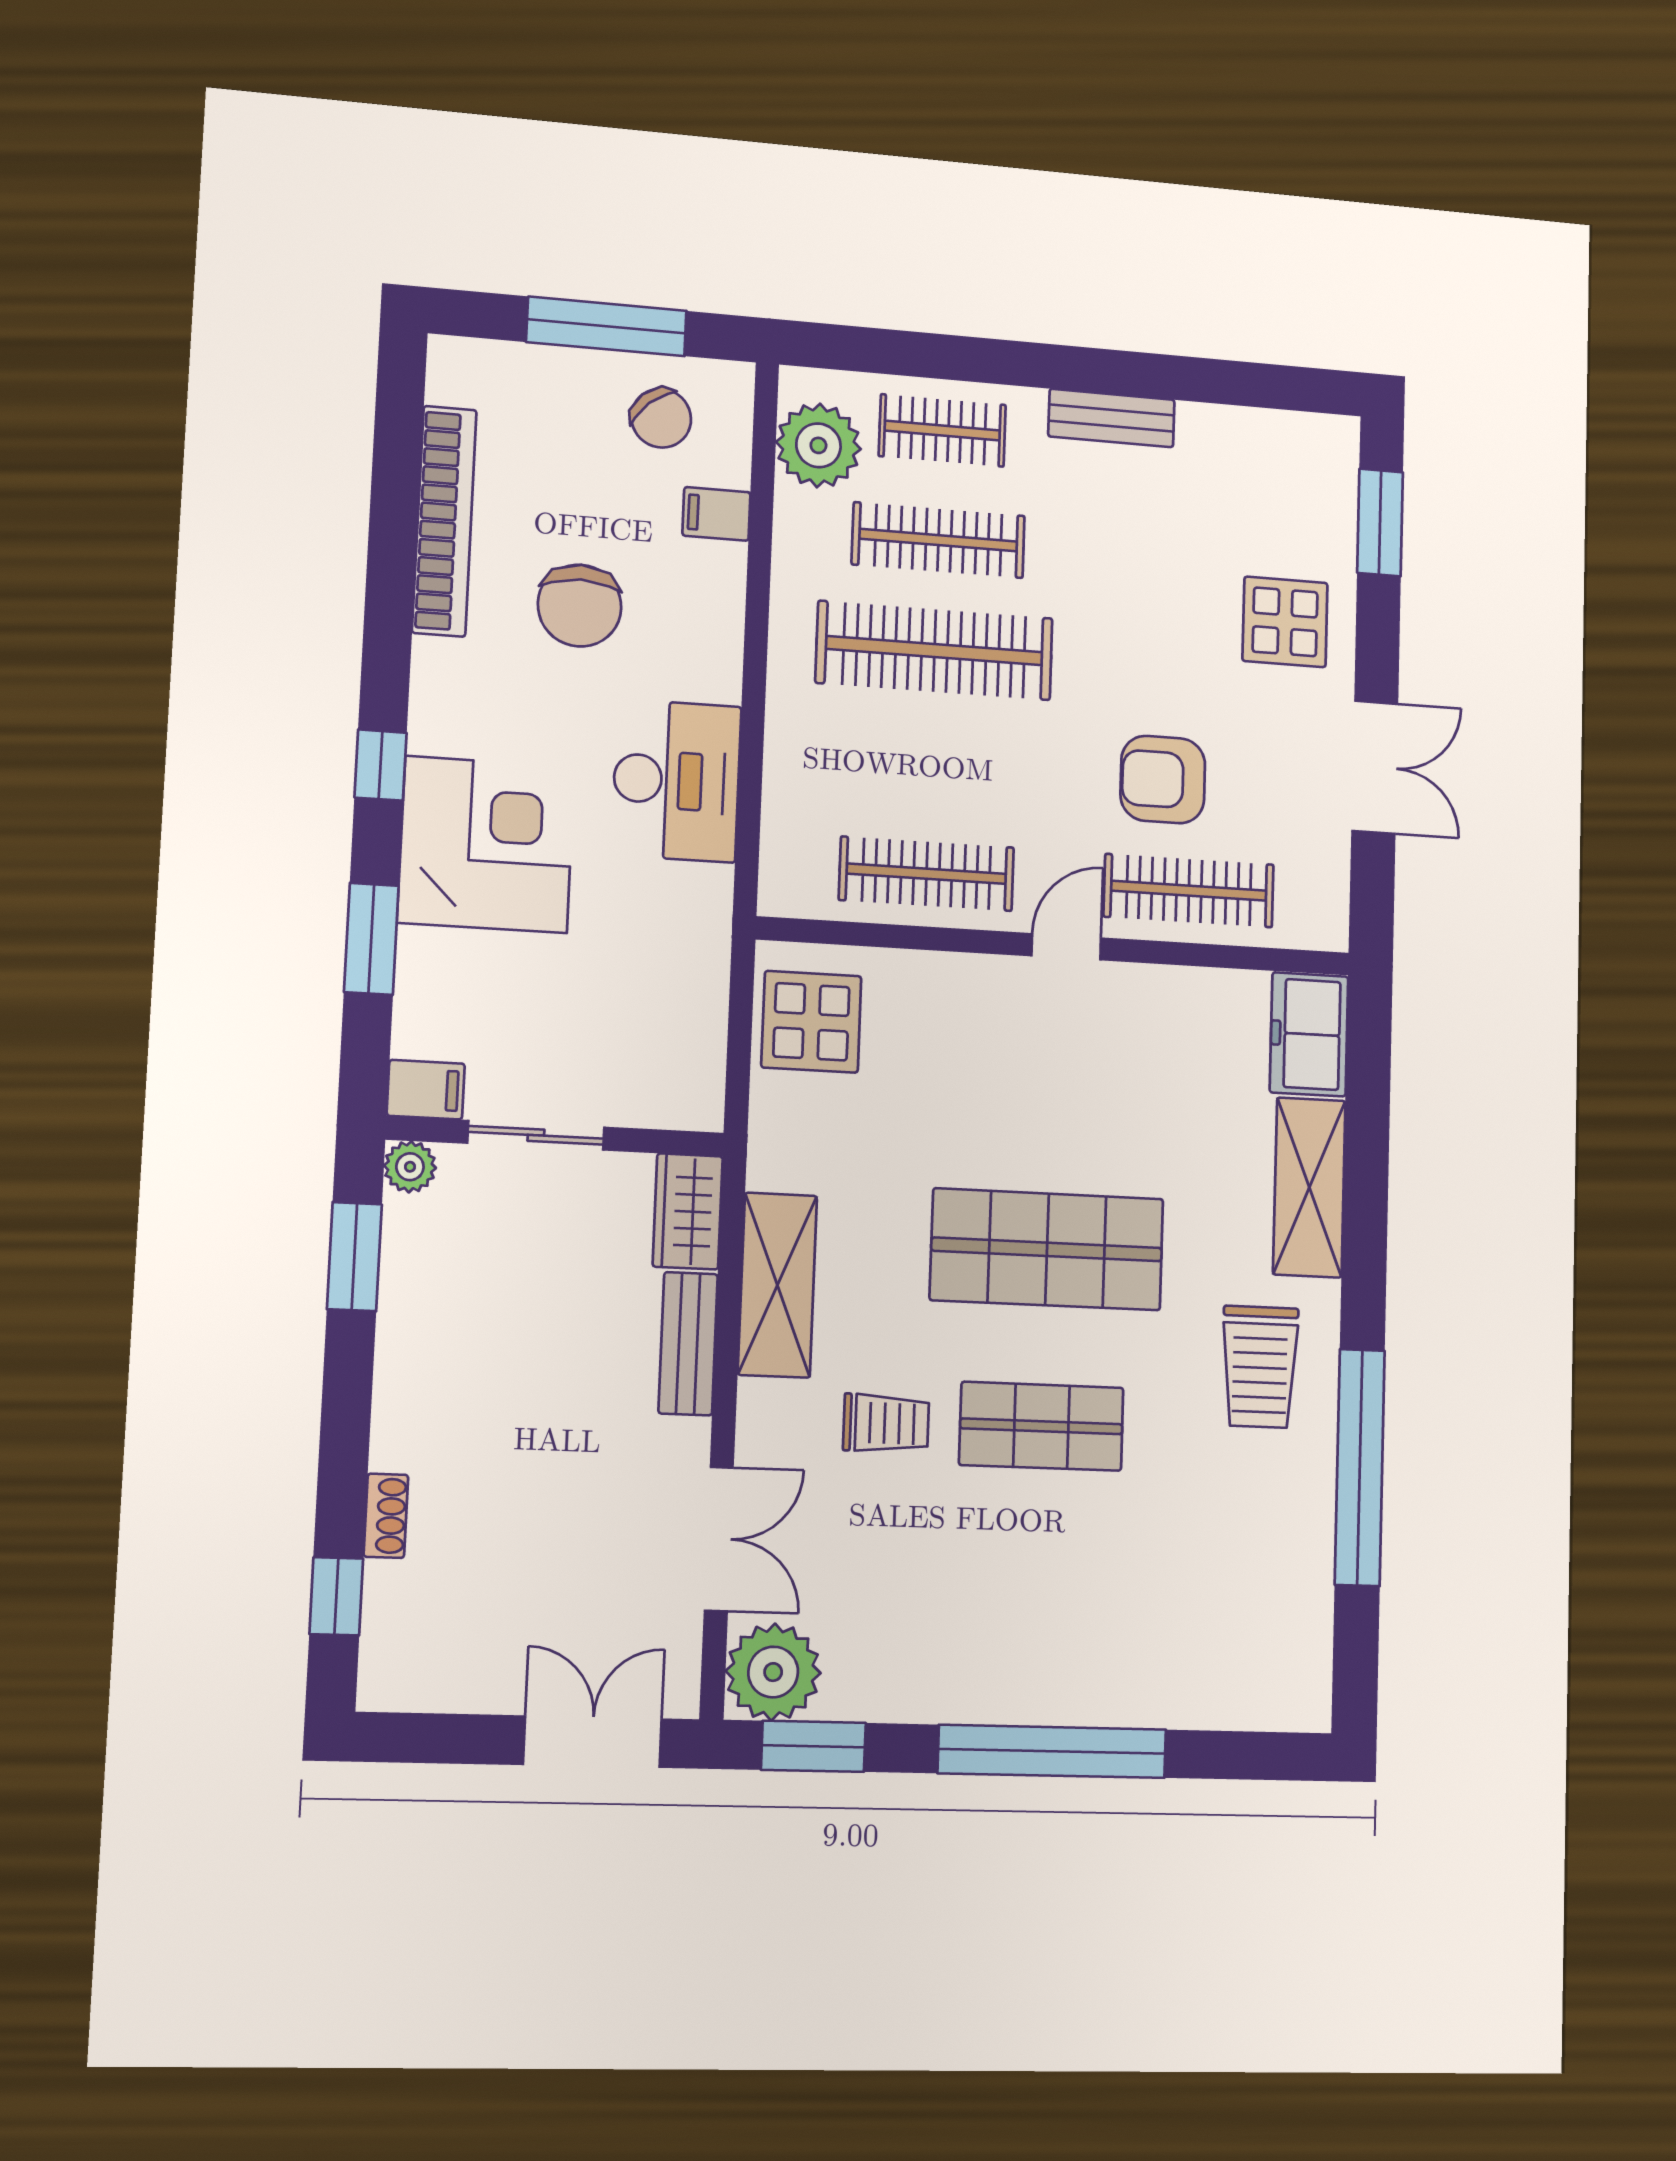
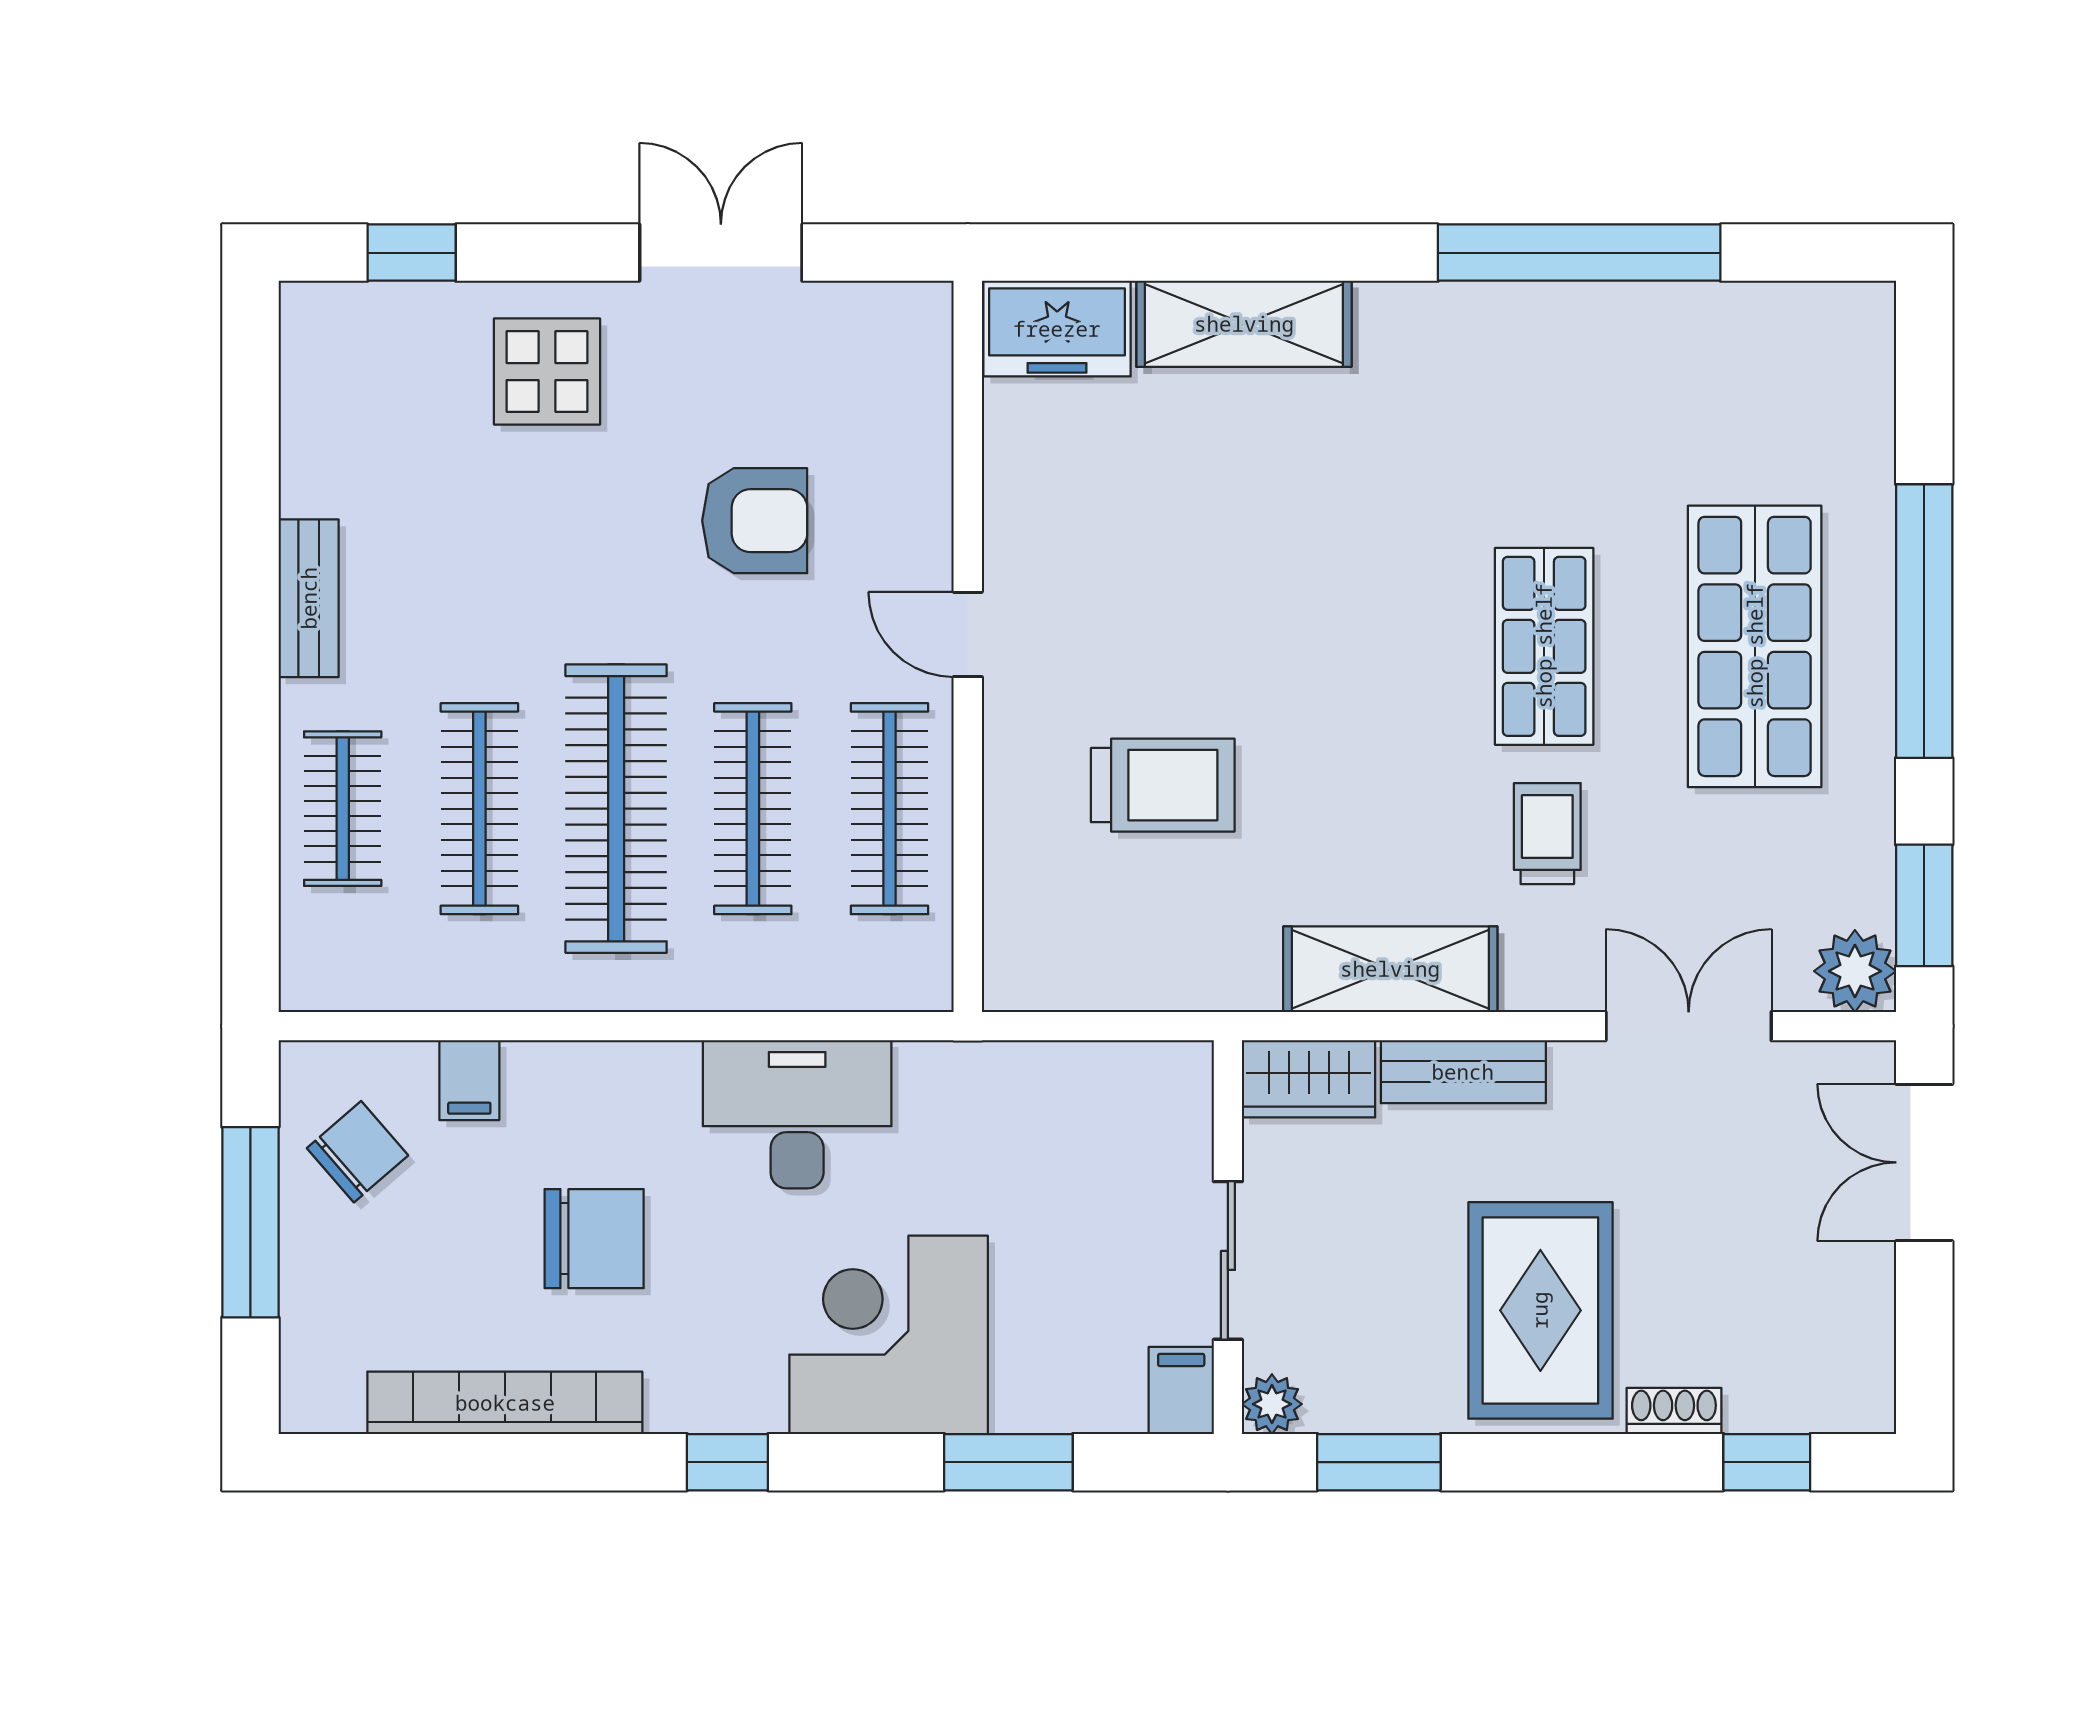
plant: (818, 445) -> (374, 960), removed
window: (1380, 522) -> (412, 253), width x0.67
window: (381, 765) -> (727, 1462), moved
armchair: (1163, 780) -> (755, 521), turned -90
clothes rail: (1189, 891) -> (753, 809), moved
display table: (811, 1022) -> (1076, 941), removed
shop shelf: (1047, 1249) -> (1755, 646), moved
trolley: (1260, 1367) -> (1163, 785), moved
rug: (480, 1402) -> (1540, 1310), added
plant: (773, 1672) -> (1855, 971), width x0.73, depth x0.73

